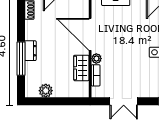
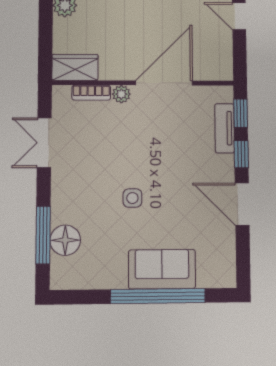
wardrobe: (81, 68) -> (75, 67), moved

